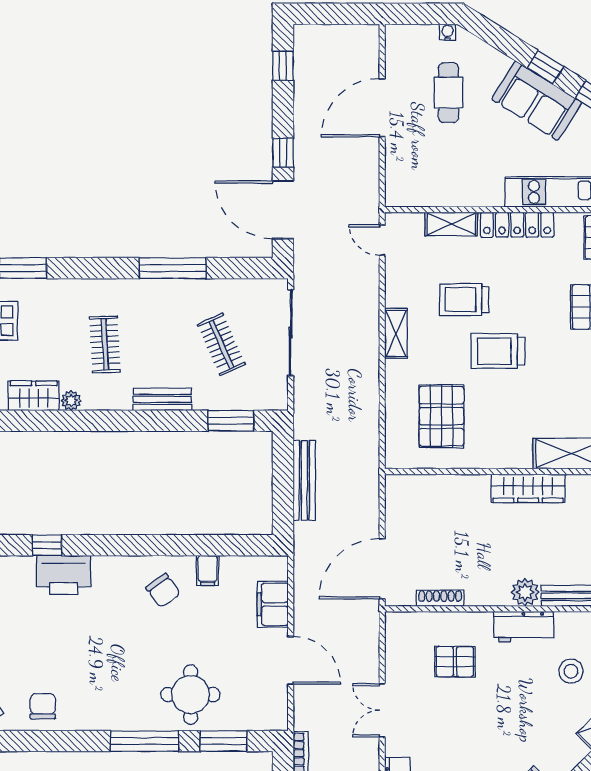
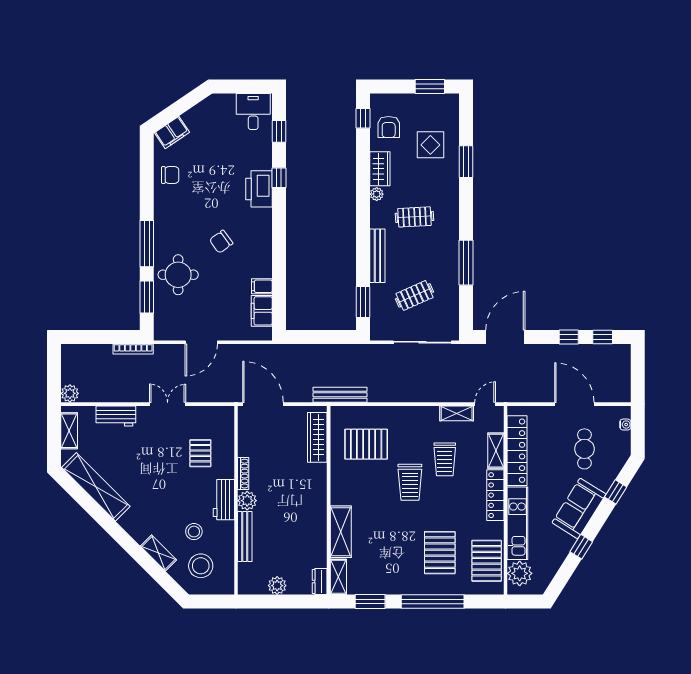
water cooler: (447, 32) -> (625, 425), moved
window: (545, 67) -> (616, 492), moved
cafe table: (449, 93) -> (584, 449), turned 90
window: (283, 153) -> (569, 337), moved
locker: (451, 192) -> (517, 451), added
trolley: (464, 300) -> (445, 459), turned 180
shelving: (396, 333) -> (457, 413), moved
trolley: (498, 351) -> (410, 482), turned 180
bench: (162, 399) -> (377, 256), width x1.36
bench: (304, 480) -> (340, 395), moved
wardrobe: (528, 488) -> (317, 437), moved
chair: (163, 590) -> (221, 242), moved
shoe rack: (440, 598) -> (243, 474), moved
filing cabinet: (273, 604) -> (262, 311), moved, turned -90

